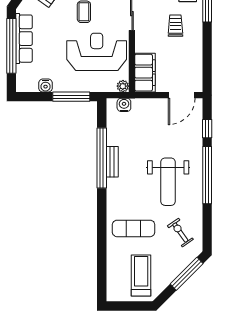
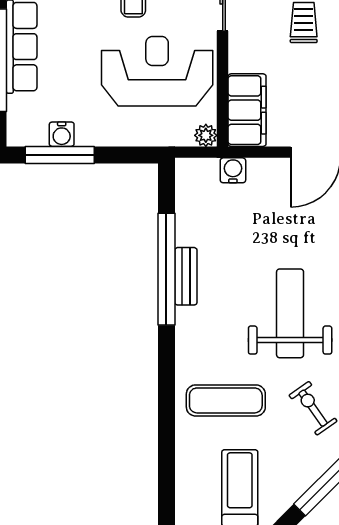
window: (71, 97) -> (60, 155), moved
water cooler: (124, 105) -> (233, 170), moved
weight bench: (168, 182) -> (290, 313), turned 180

